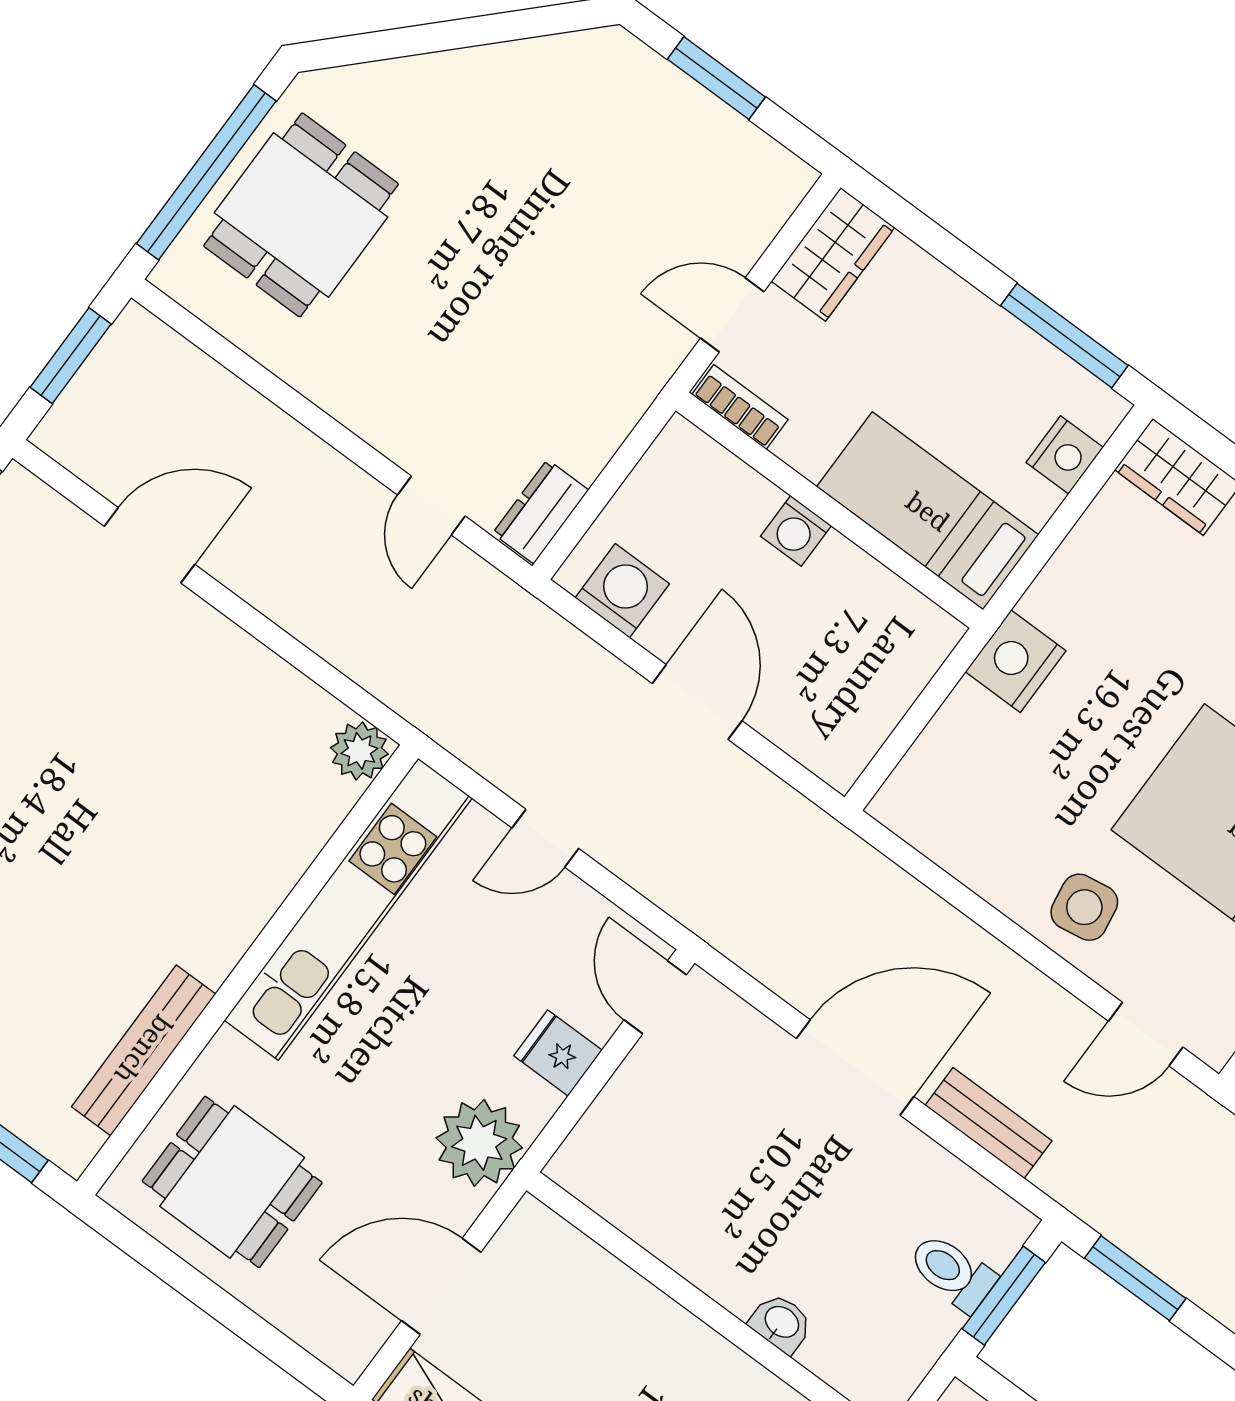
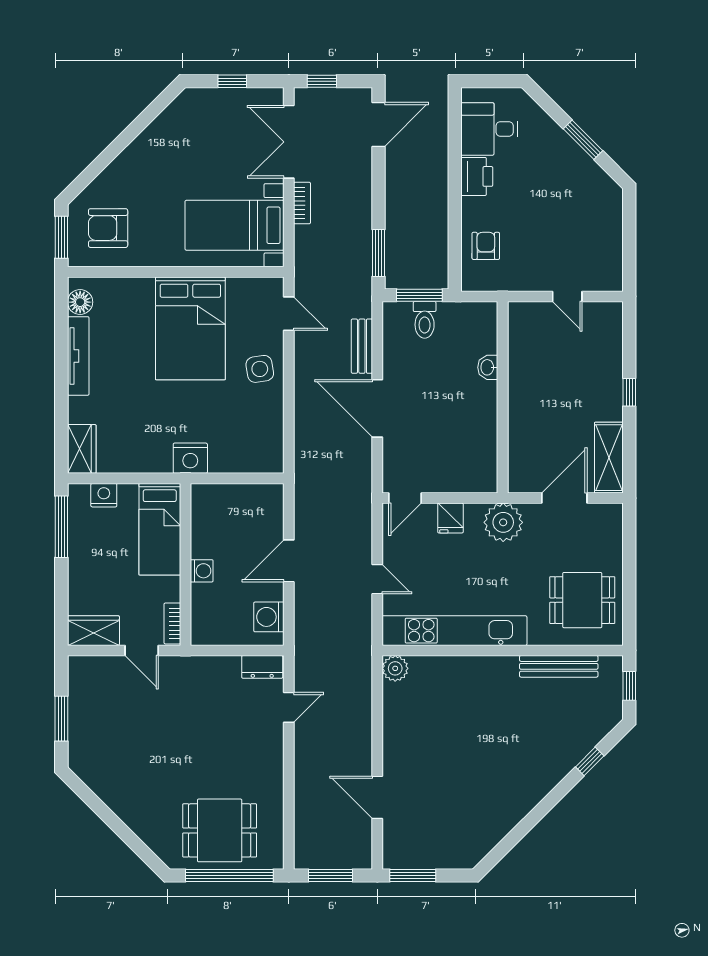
dining table: (232, 1182) -> (582, 600), turned 90
door: (441, 1286) -> (564, 498), swing flipped

